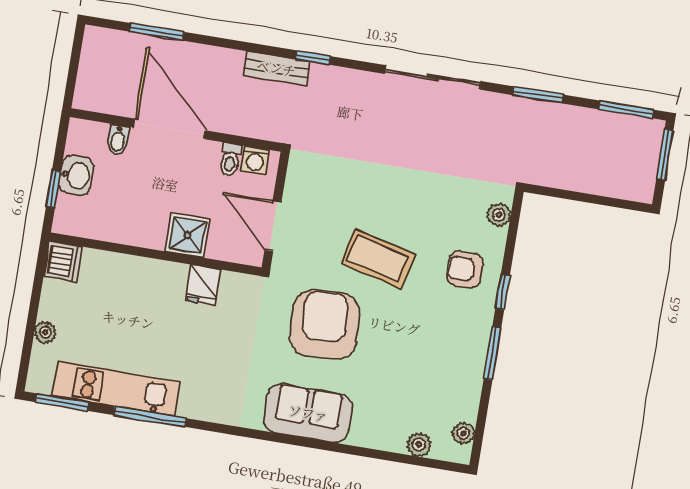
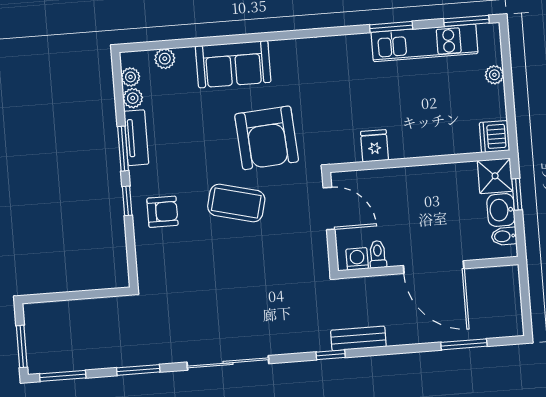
bidet: (118, 140) -> (504, 236), moved, turned -90
plant: (499, 215) -> (133, 98), moved
shower: (188, 235) -> (495, 176), moved
tv unit: (474, 362) -> (136, 138), added
sofa: (308, 413) -> (233, 64), moved
window: (150, 417) -> (391, 27), width x0.69

